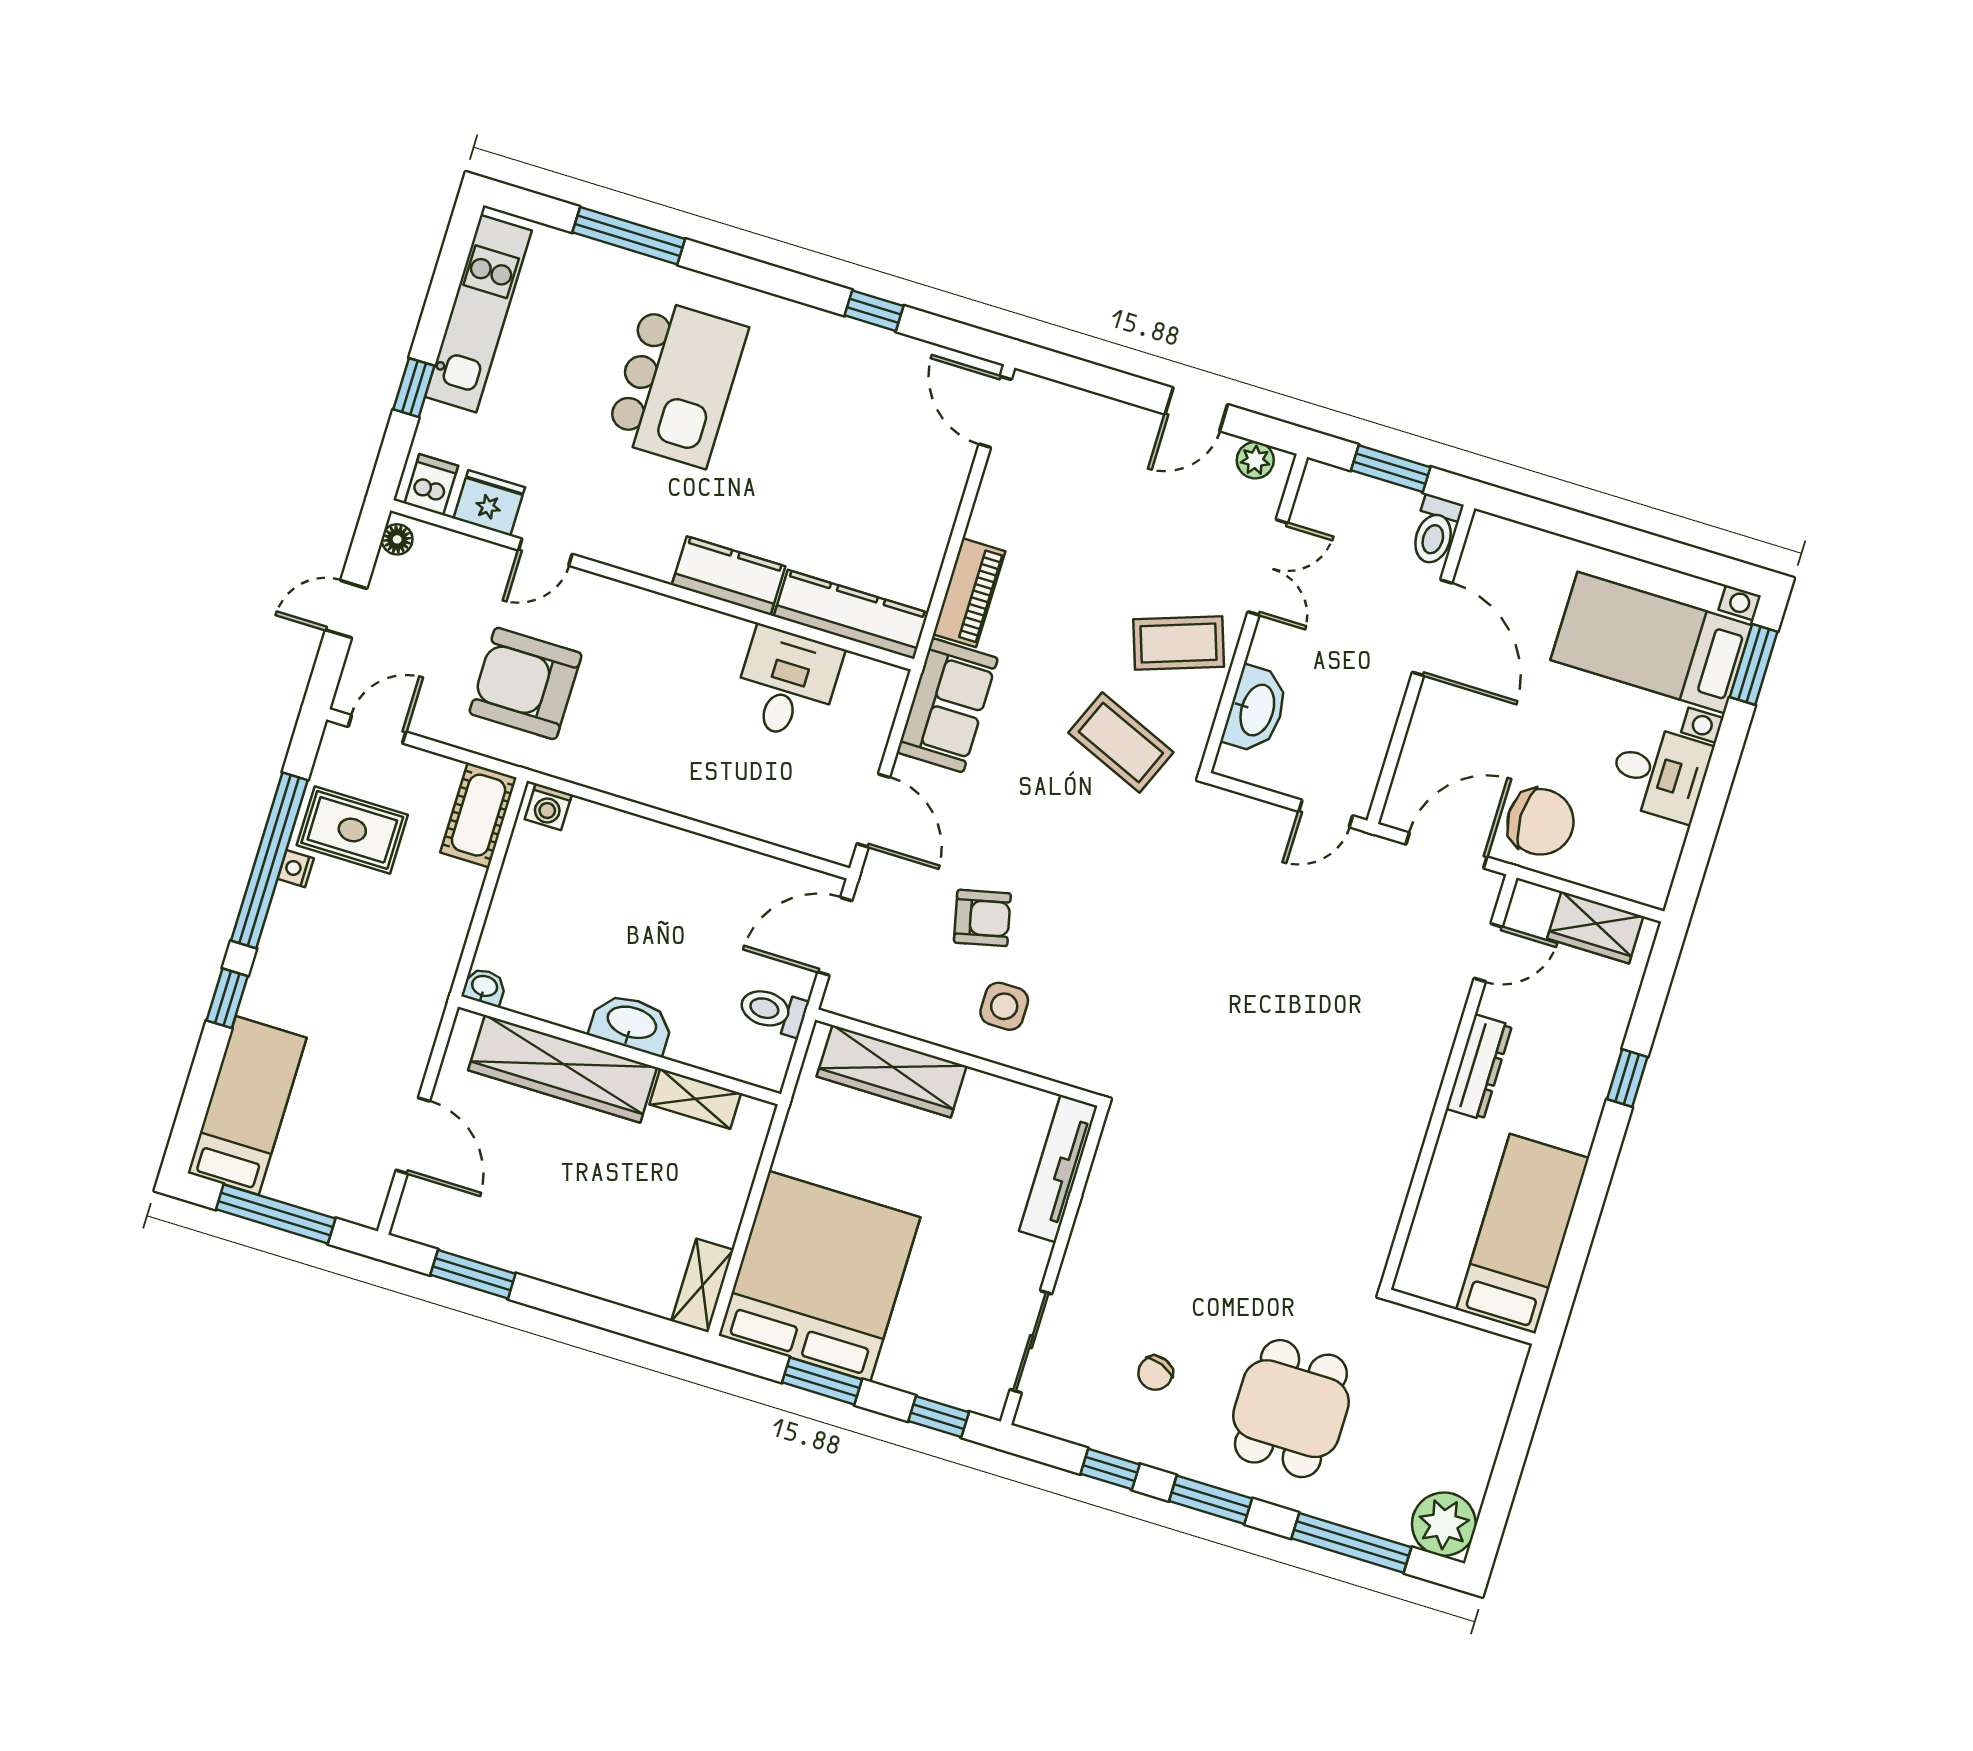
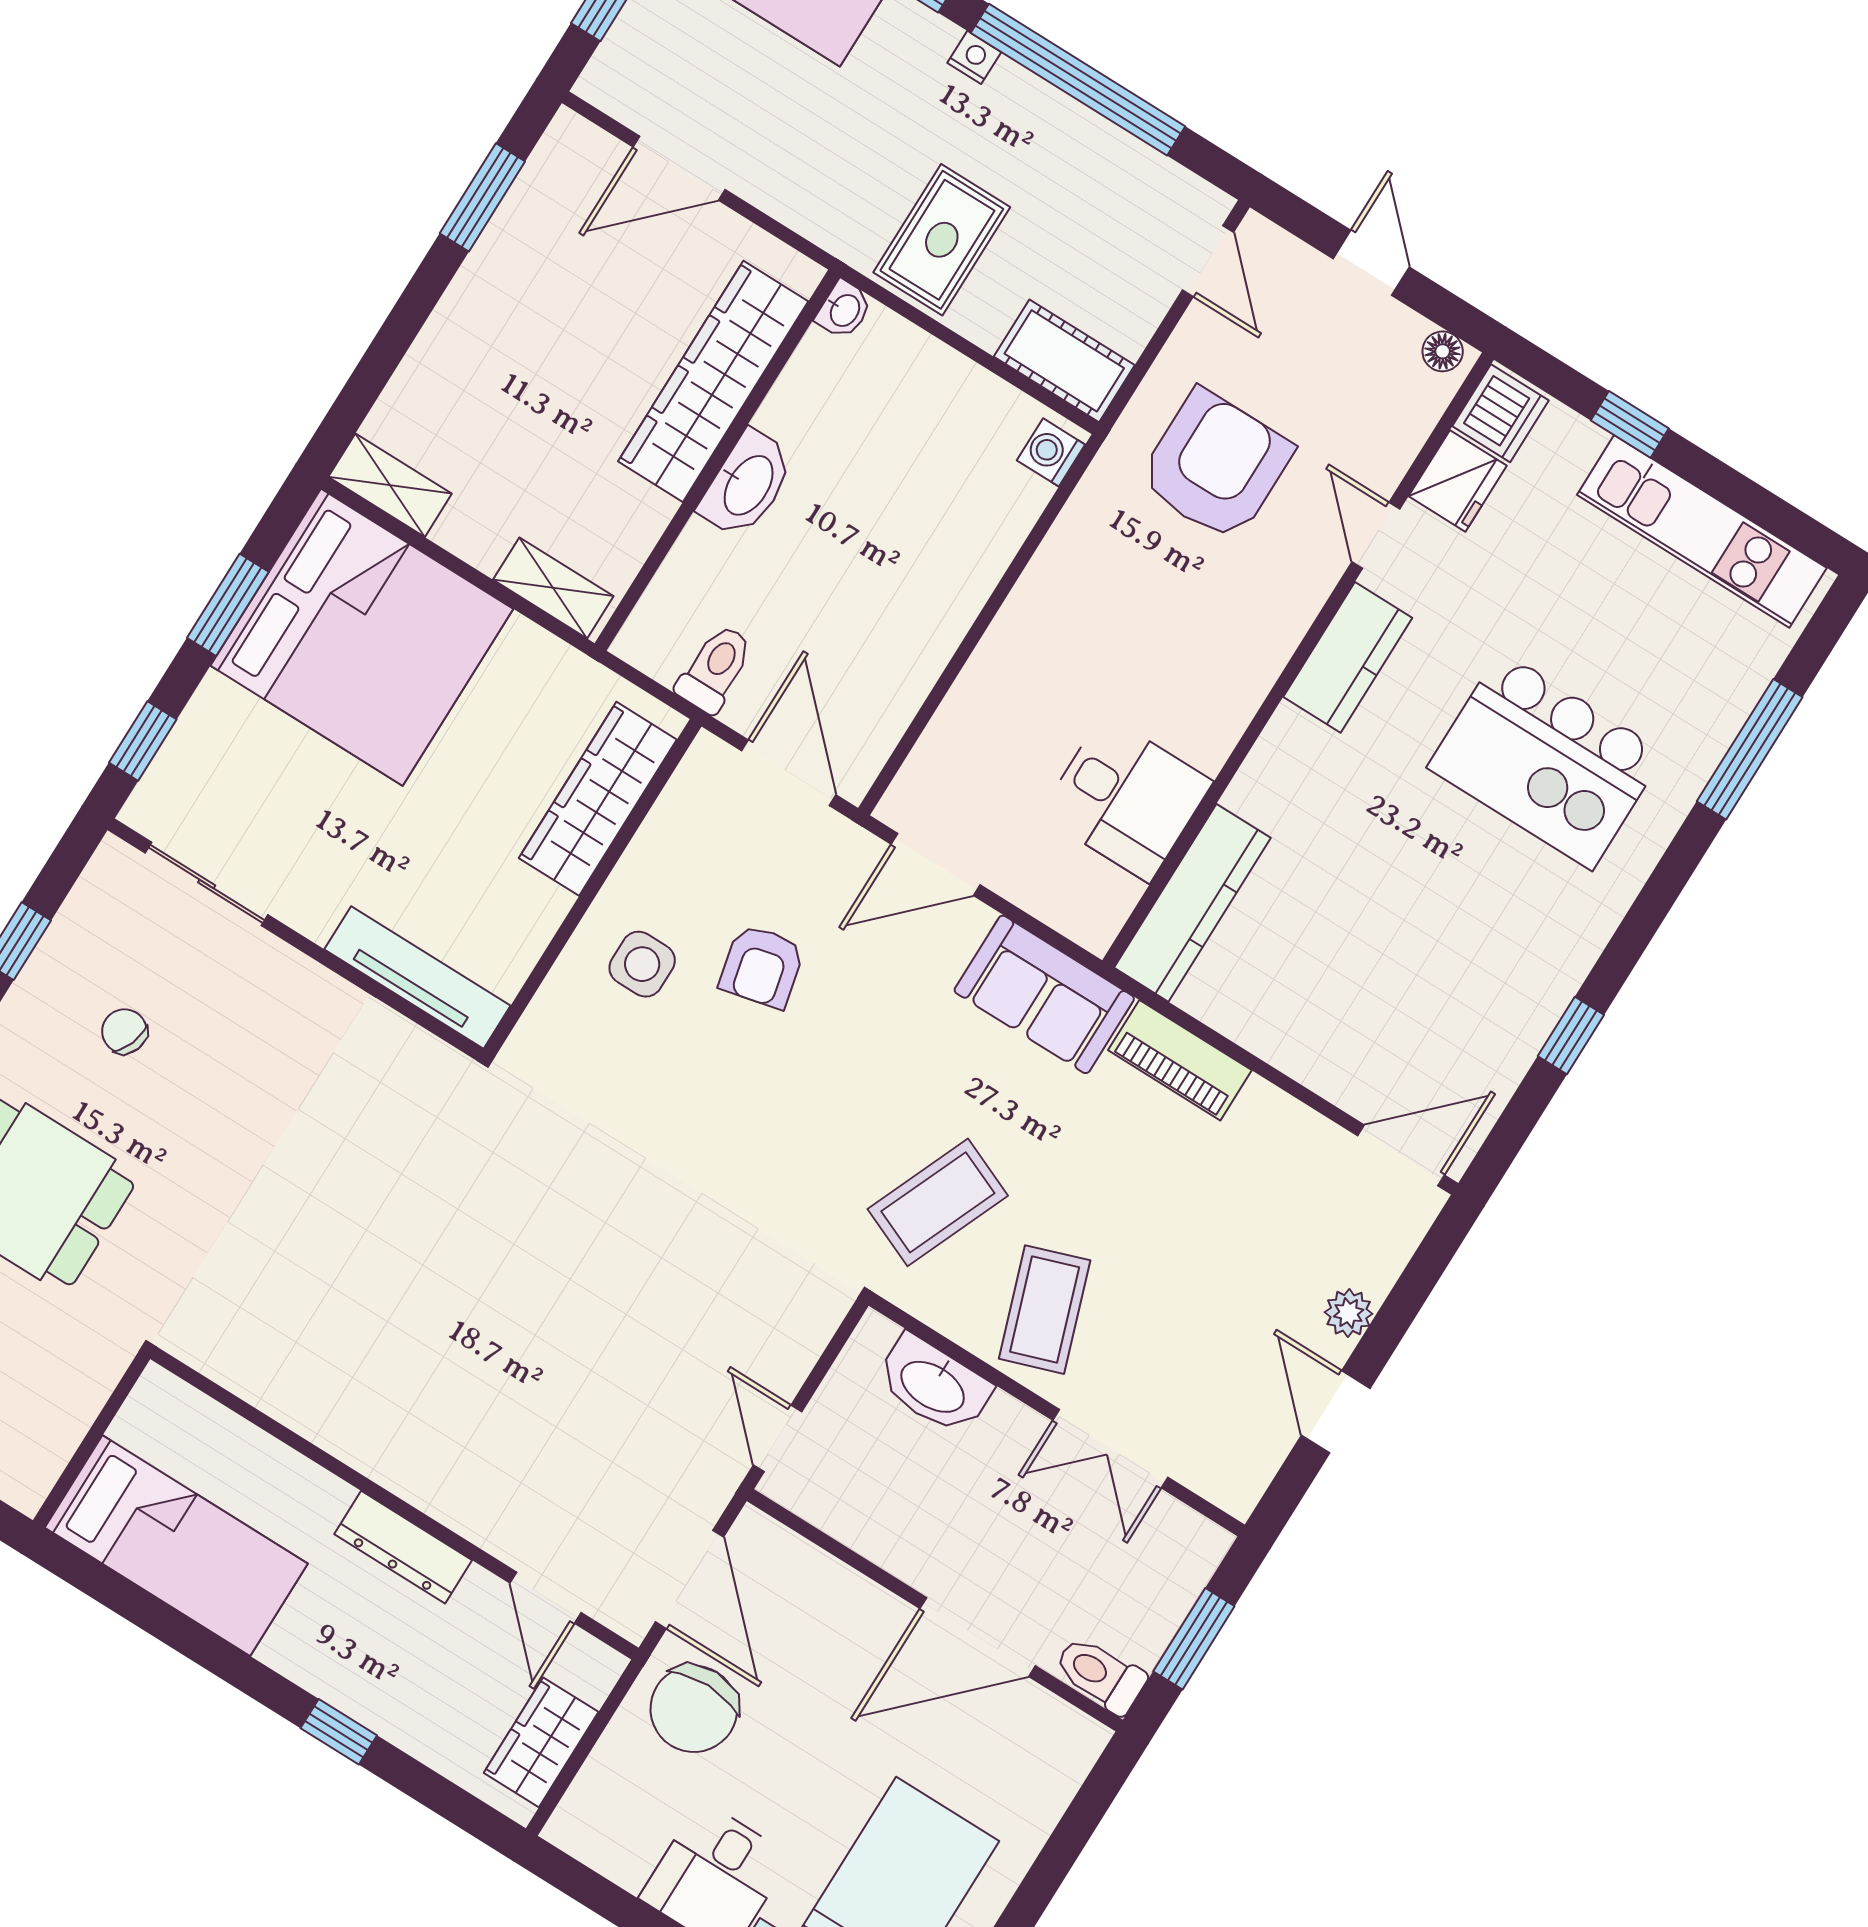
plant: (1255, 460) -> (1349, 1313), moved
dishwasher: (431, 485) -> (1501, 413), width x1.38
kitchen counter: (729, 576) -> (1348, 657), moved
rug: (352, 830) -> (942, 240), moved
nightstand: (296, 869) -> (974, 57), moved
shelving: (695, 1099) -> (553, 588), moved, turned 90

